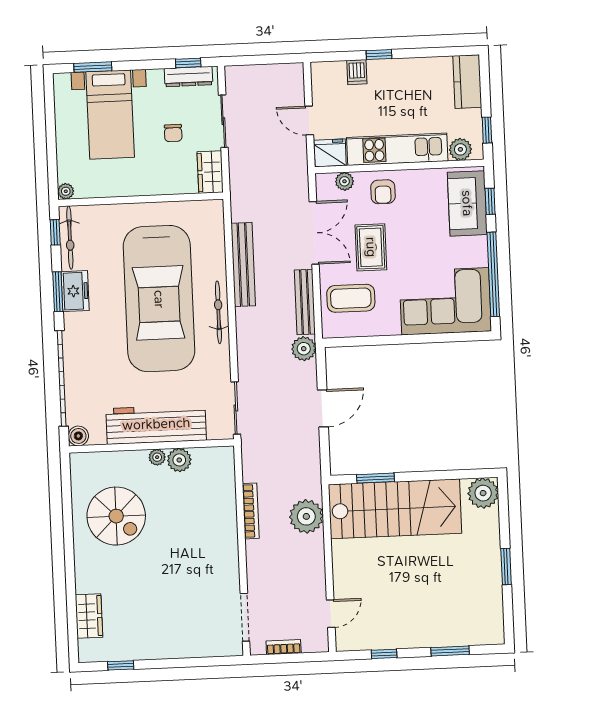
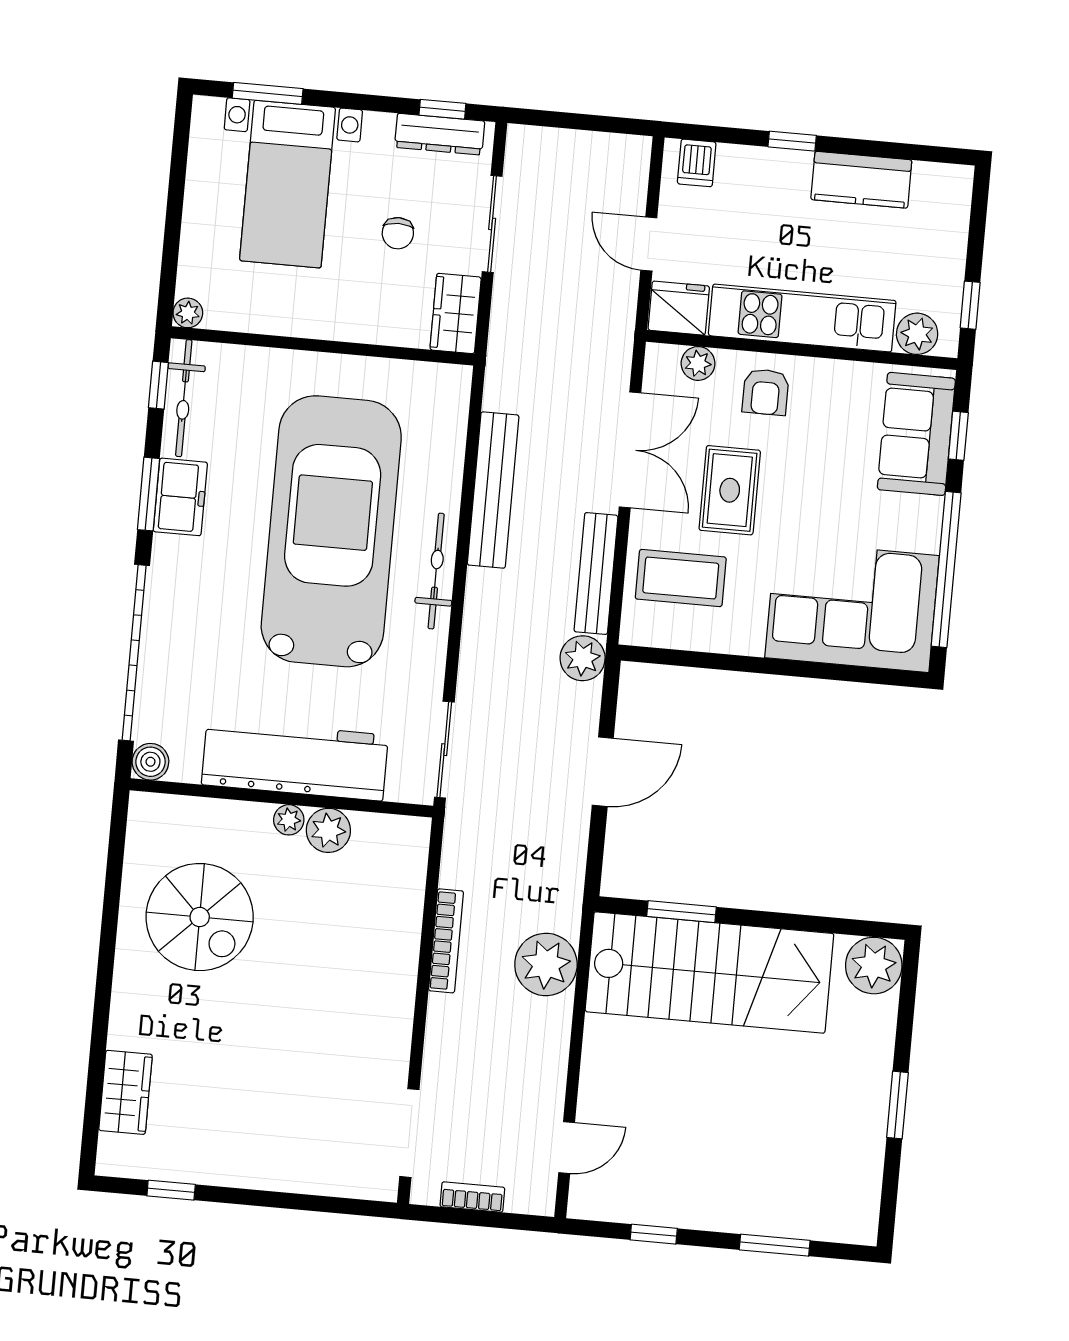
dishwasher: (357, 72) -> (697, 163), moved
kitchen counter: (467, 82) -> (861, 180), moved, turned -90
car: (159, 299) -> (331, 531), turned 180

